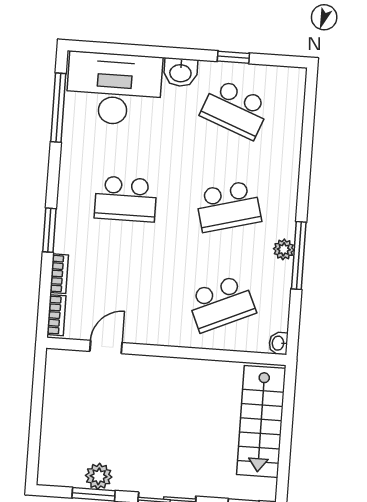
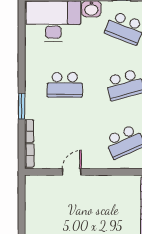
window: (58, 108) -> (22, 34), removed
door: (106, 347) -> (72, 172), moved

